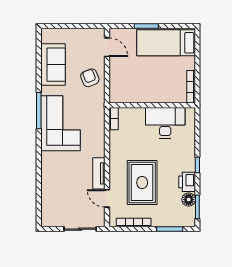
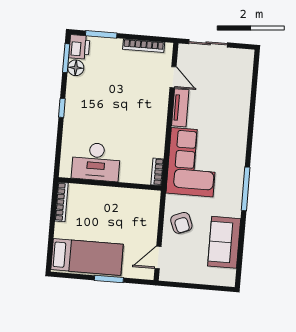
door: (107, 47) -> (158, 258), hinge flipped
corner sofa: (61, 123) -> (192, 162), moved, turned 180
printer: (187, 182) -> (79, 47), moved
rug: (142, 183) -> (130, 93), removed

